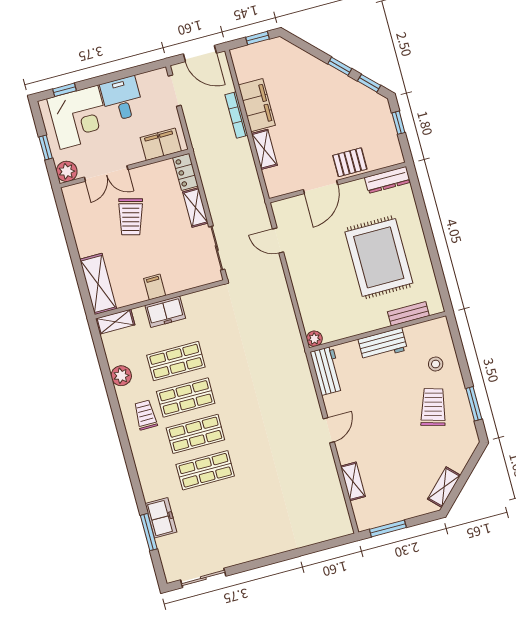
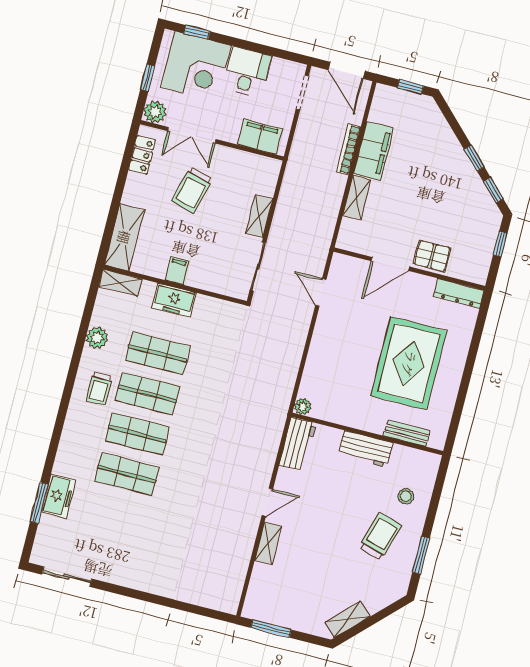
locker: (185, 172) -> (142, 155), moved, turned 180
trolley: (145, 415) -> (99, 389), turned 180
shelving: (353, 481) -> (268, 543), moved

